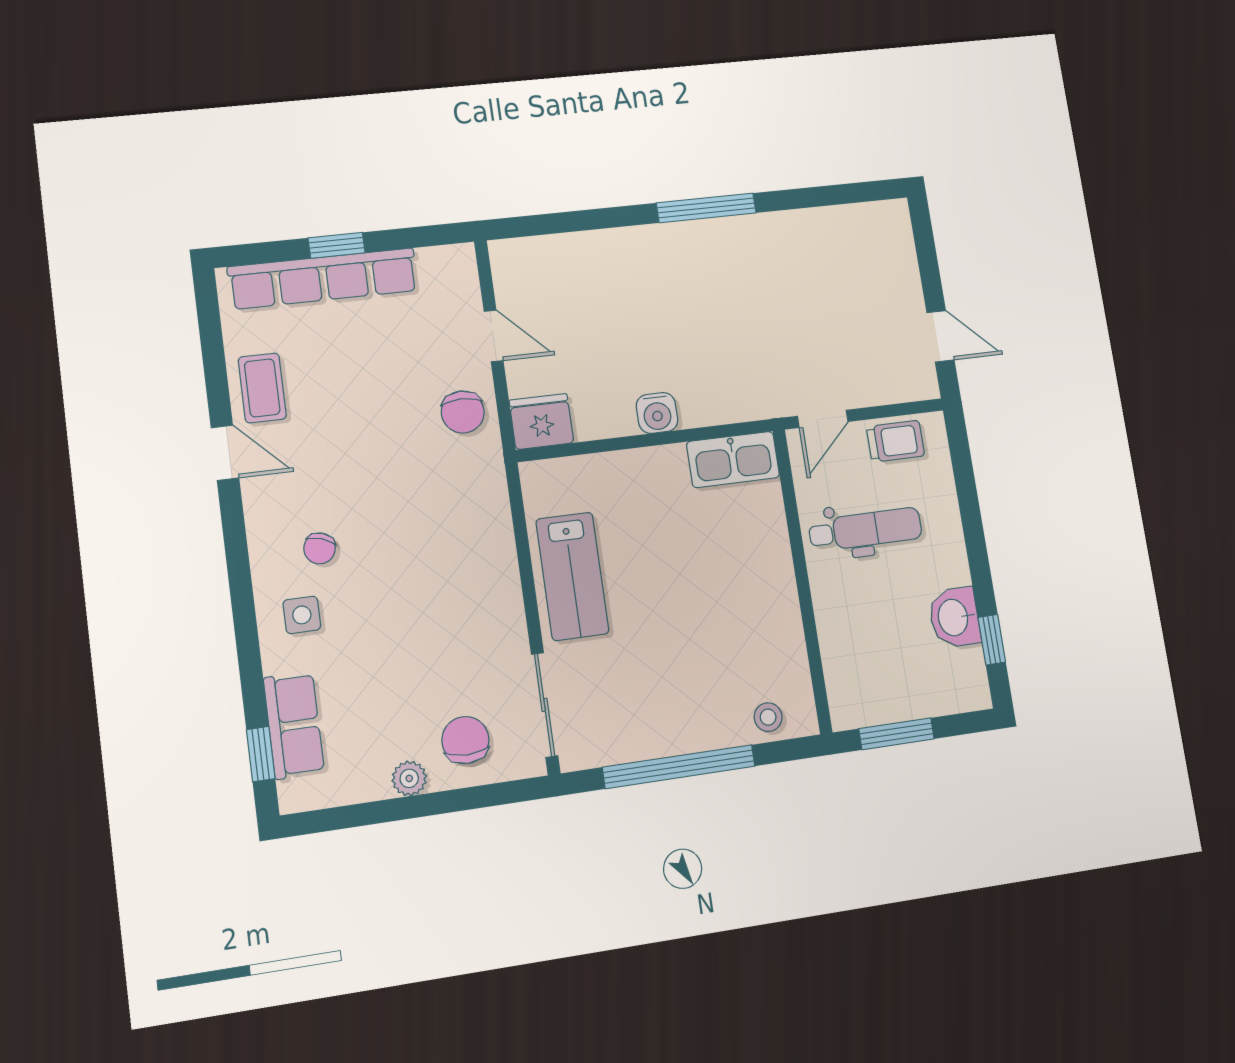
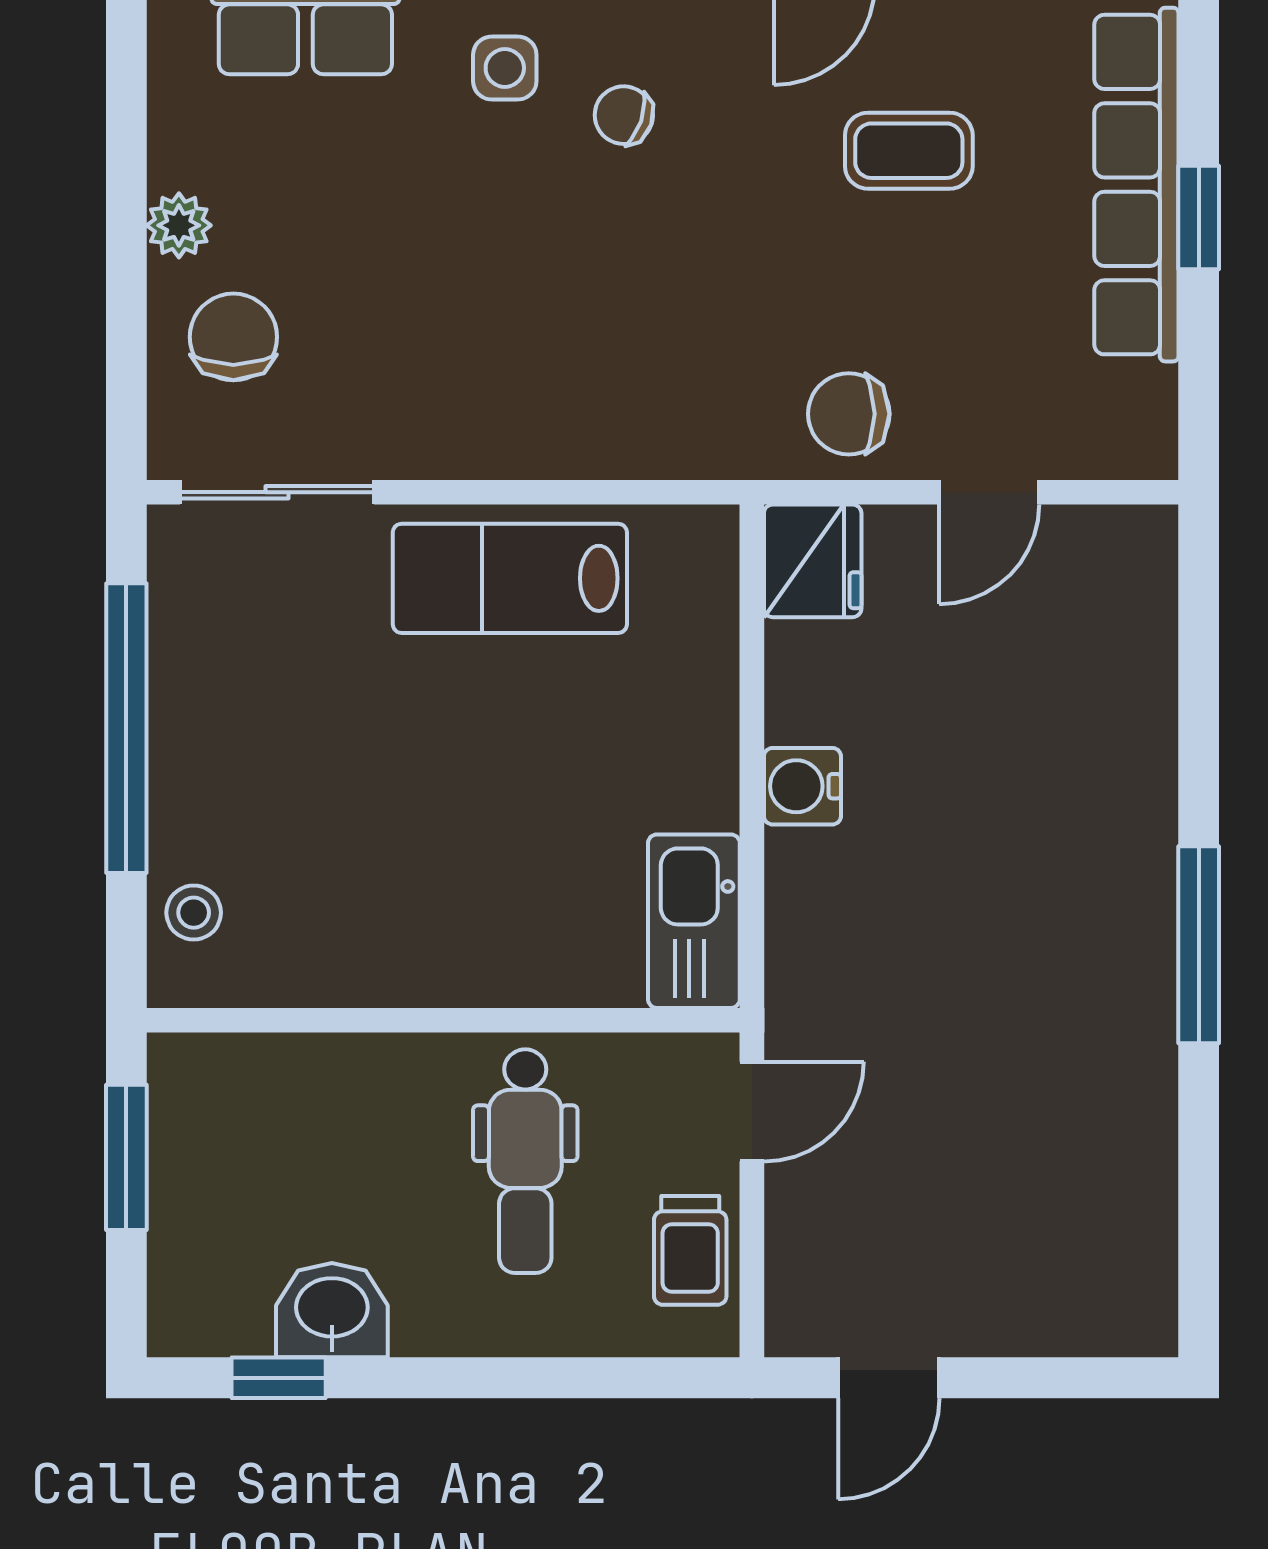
coffee table: (262, 388) -> (909, 151), moved
door: (823, 419) -> (752, 1112), swing flipped
chair: (465, 740) -> (233, 337), turned -90

